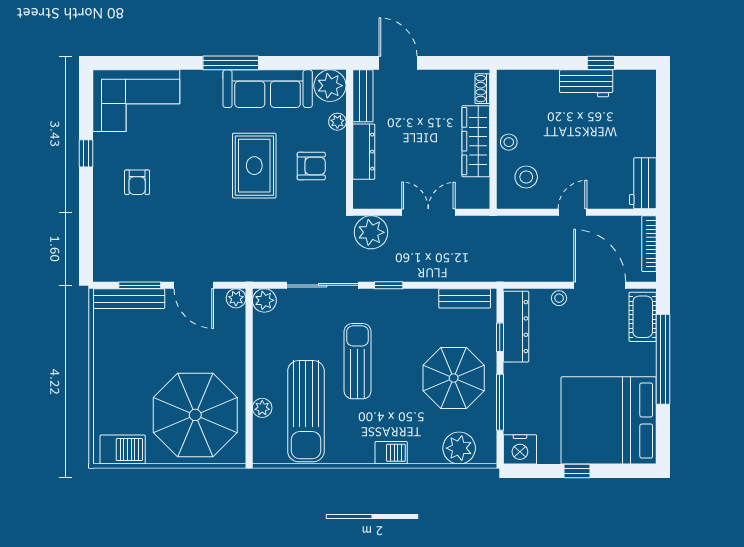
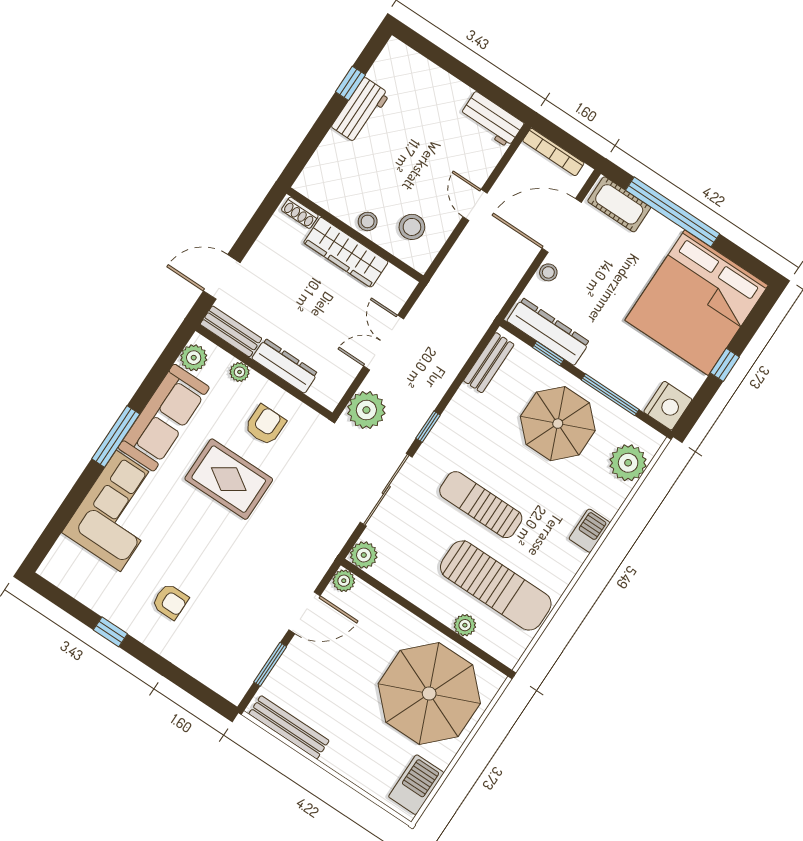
plant: (330, 86) -> (194, 358), width x0.73, depth x0.73
corner sofa: (136, 101) -> (118, 511), moved
bench: (129, 299) -> (289, 727), moved, turned 90

